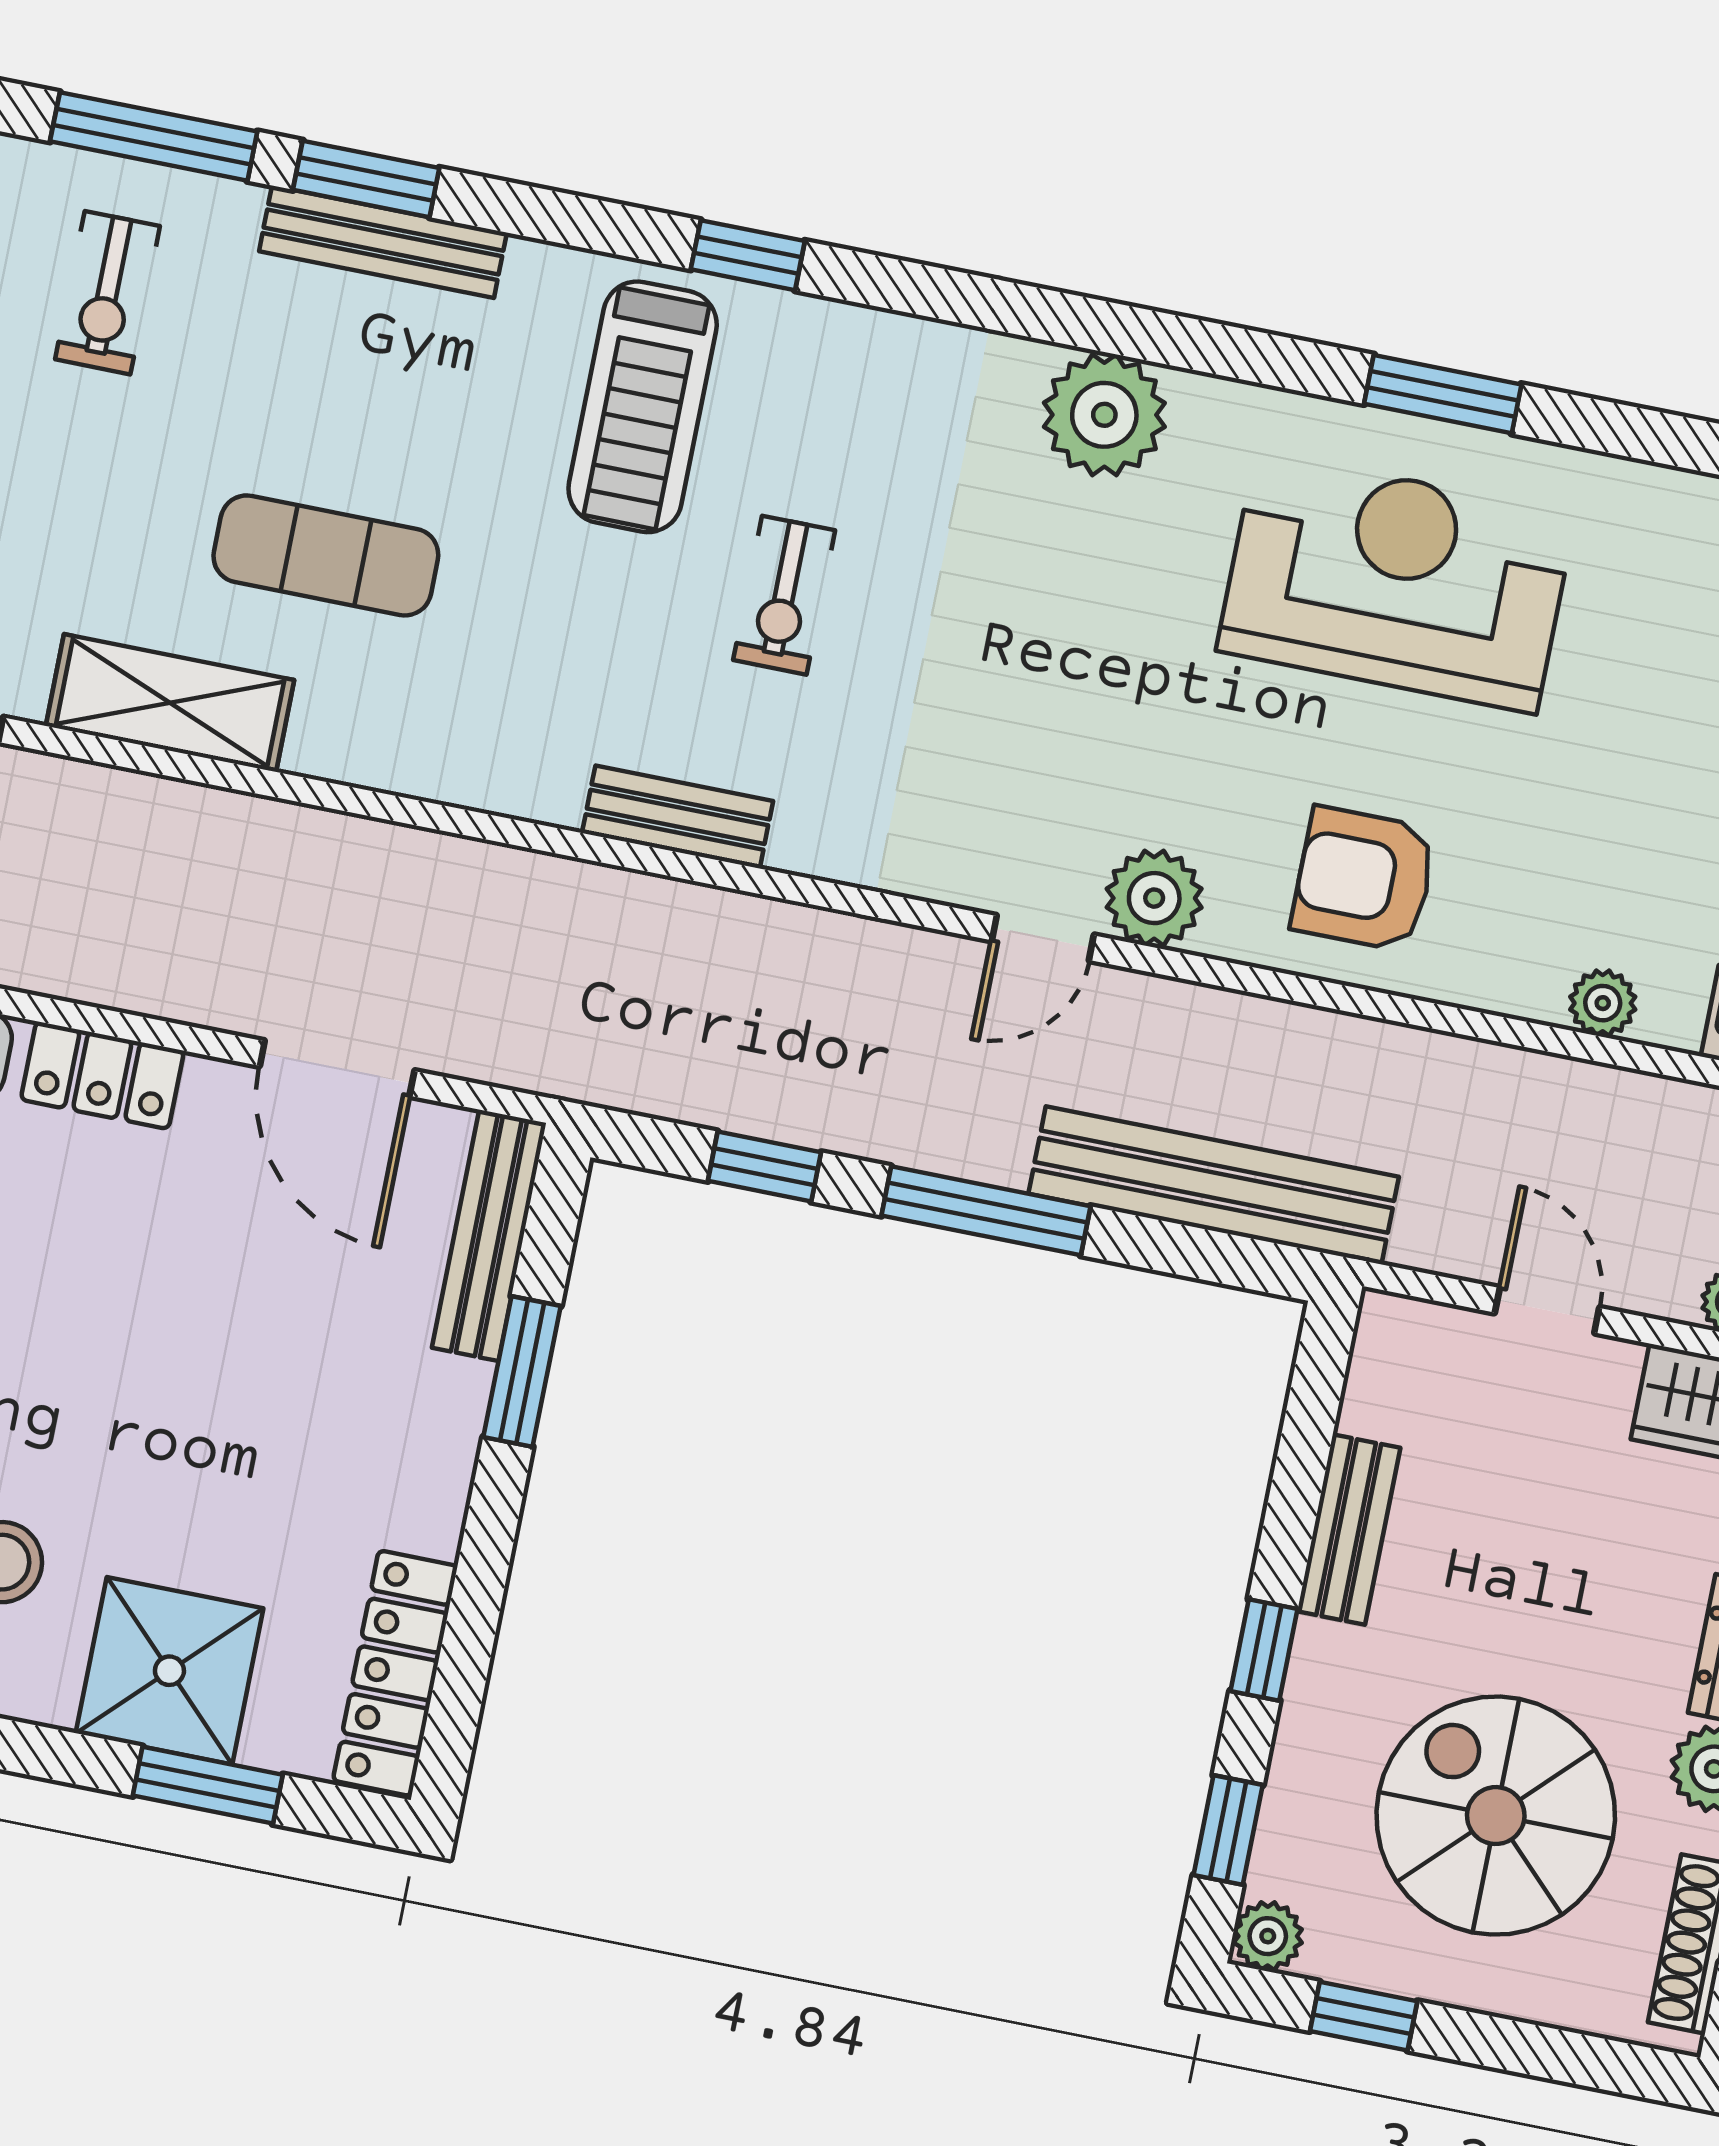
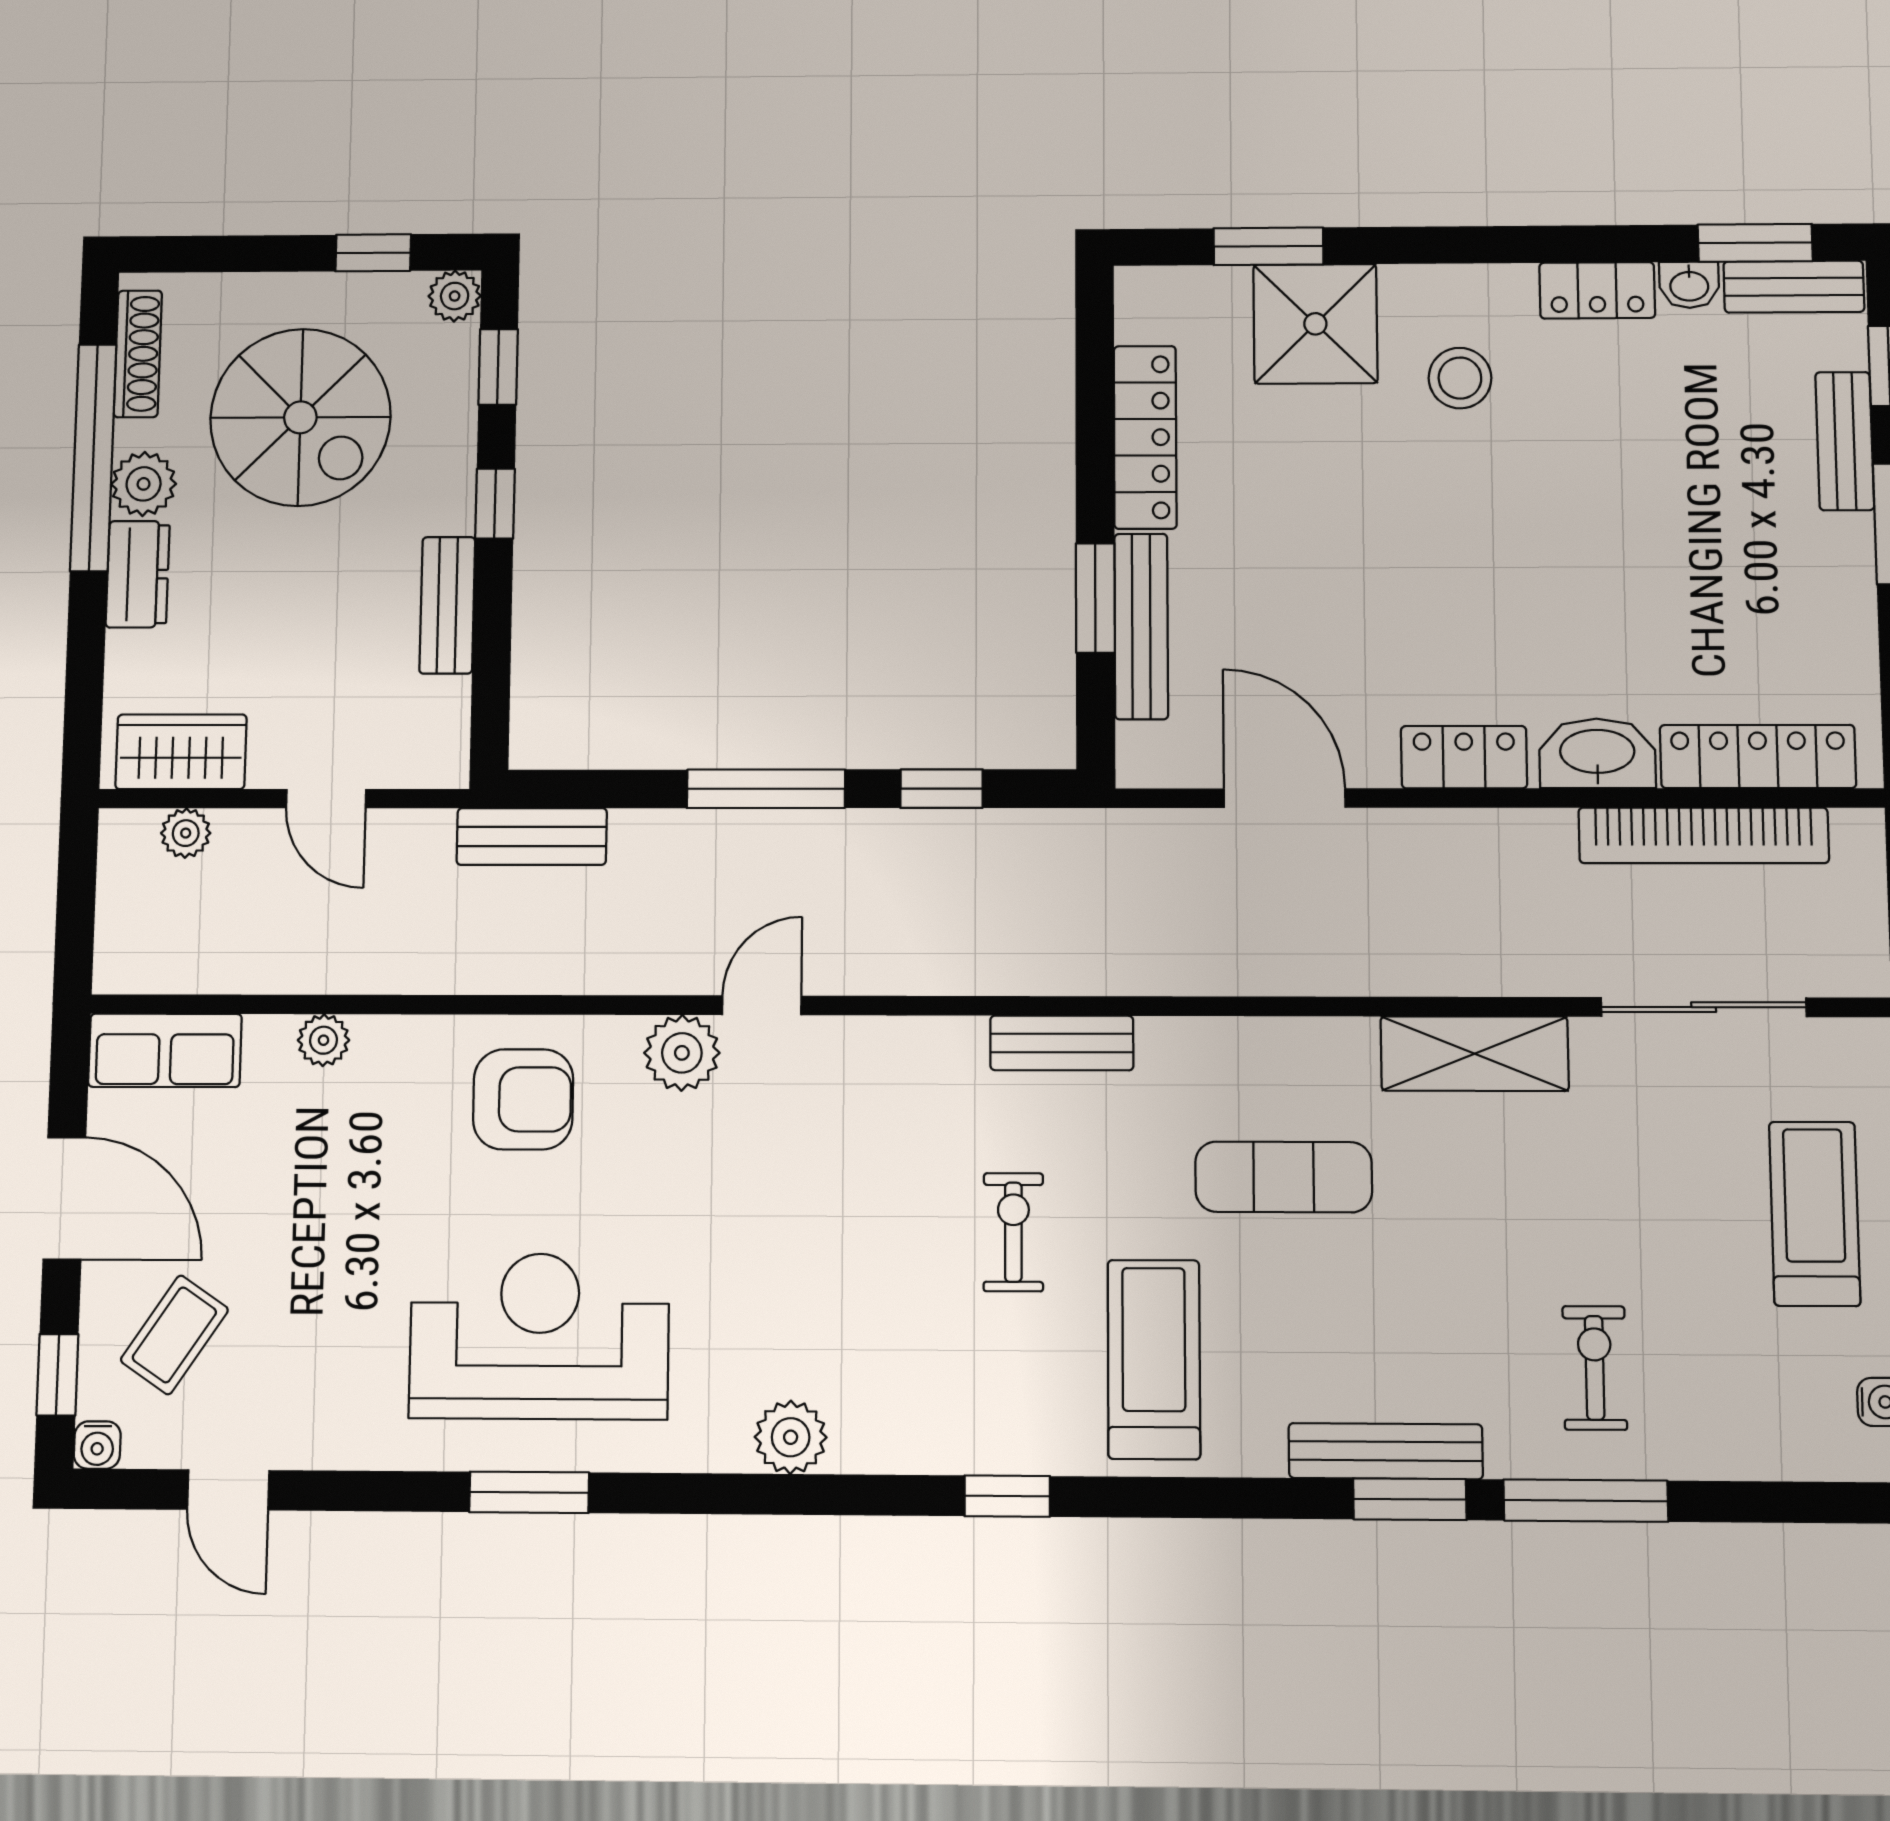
window: (748, 255) -> (1007, 1496), moved
plant: (1104, 415) -> (791, 1437), width x0.73, depth x0.73
exercise mat: (326, 555) -> (1284, 1177), moved
reception desk: (1396, 582) -> (539, 1336), turned 180
bench: (1214, 1185) -> (532, 836), width x0.54, depth x0.82
bench: (489, 1235) -> (1141, 626), moved
locker: (395, 1673) -> (1145, 437), moved

